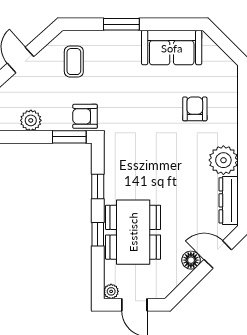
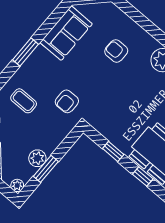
armchair: (85, 116) -> (67, 101), moved
window: (69, 137) -> (46, 169), moved

